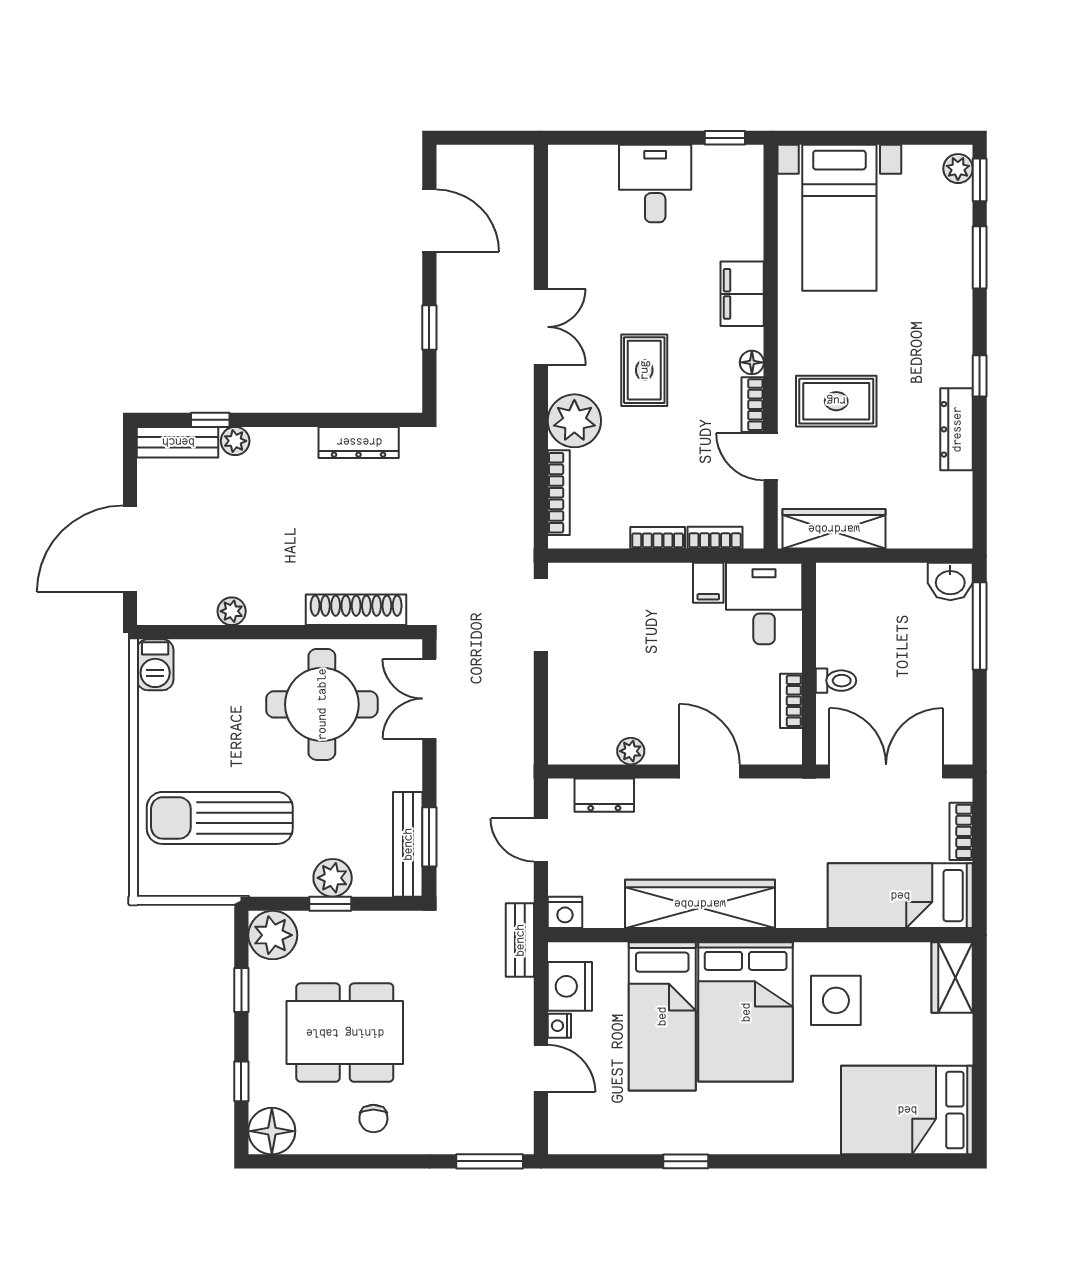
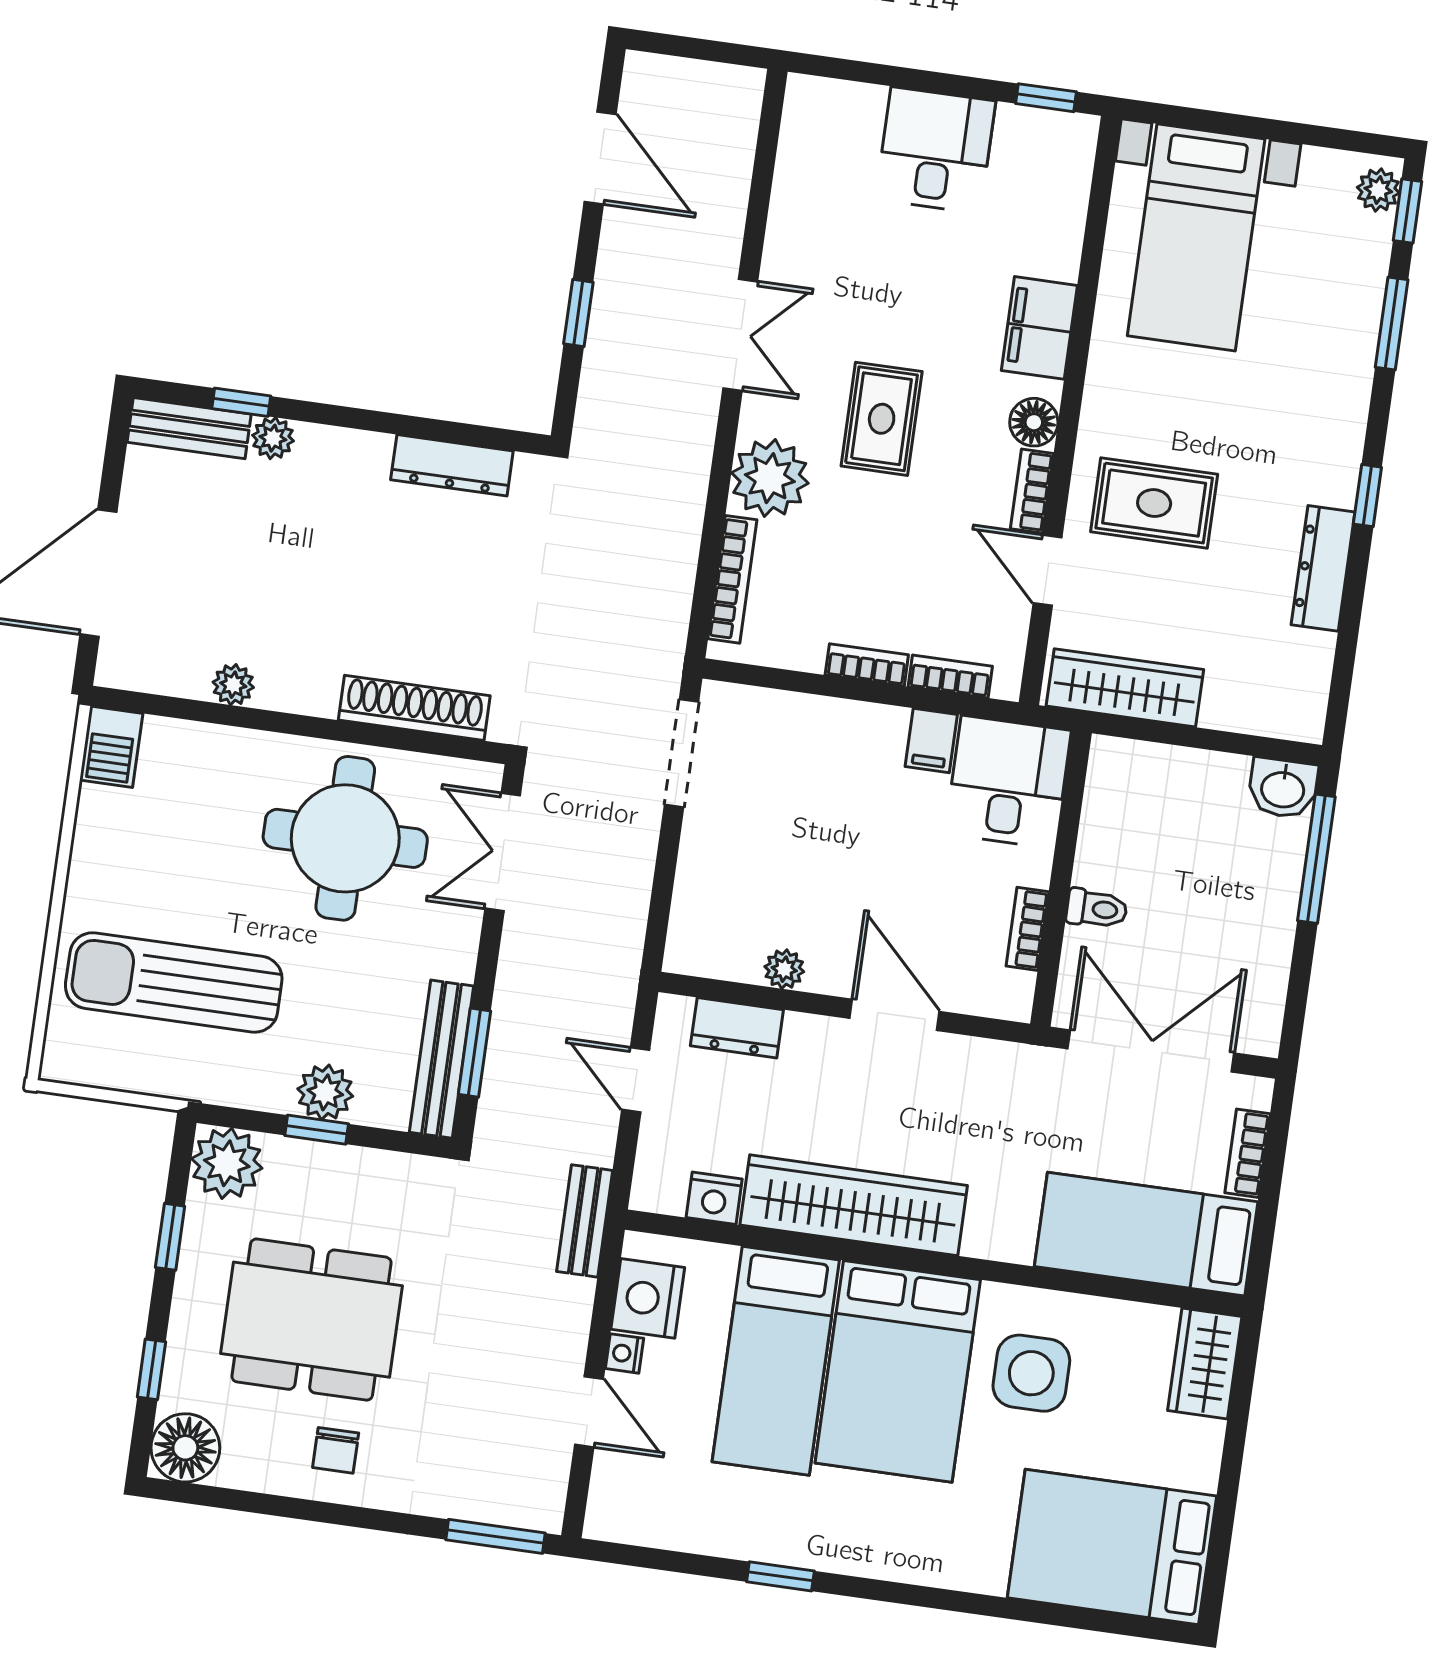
floor lamp: (752, 362) -> (1034, 422), width x1.37, depth x1.37
nightstand: (565, 912) -> (714, 1198), moved

